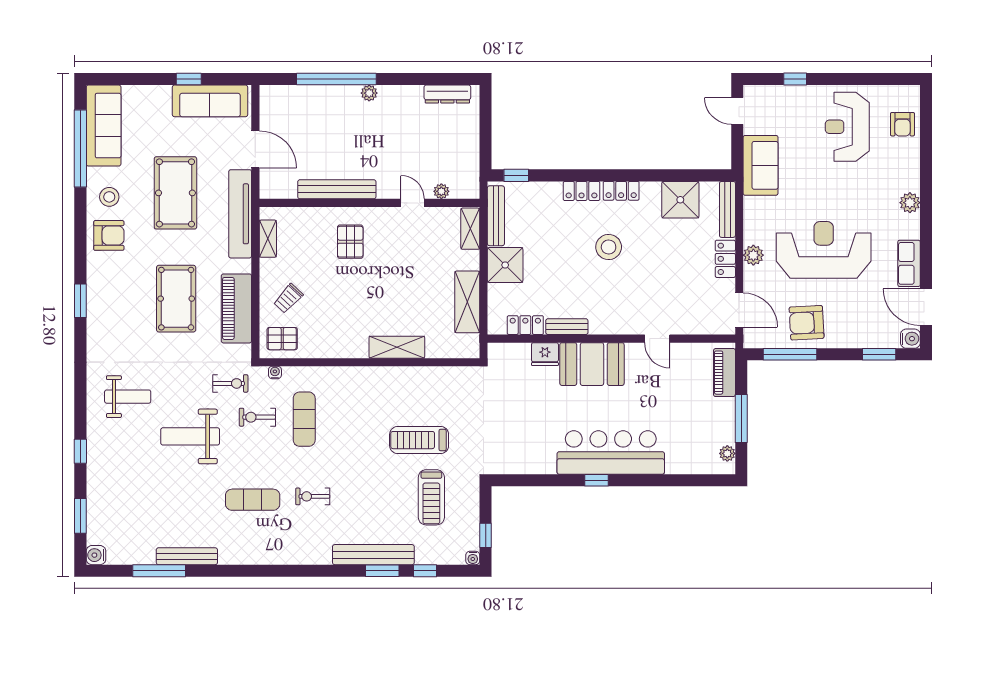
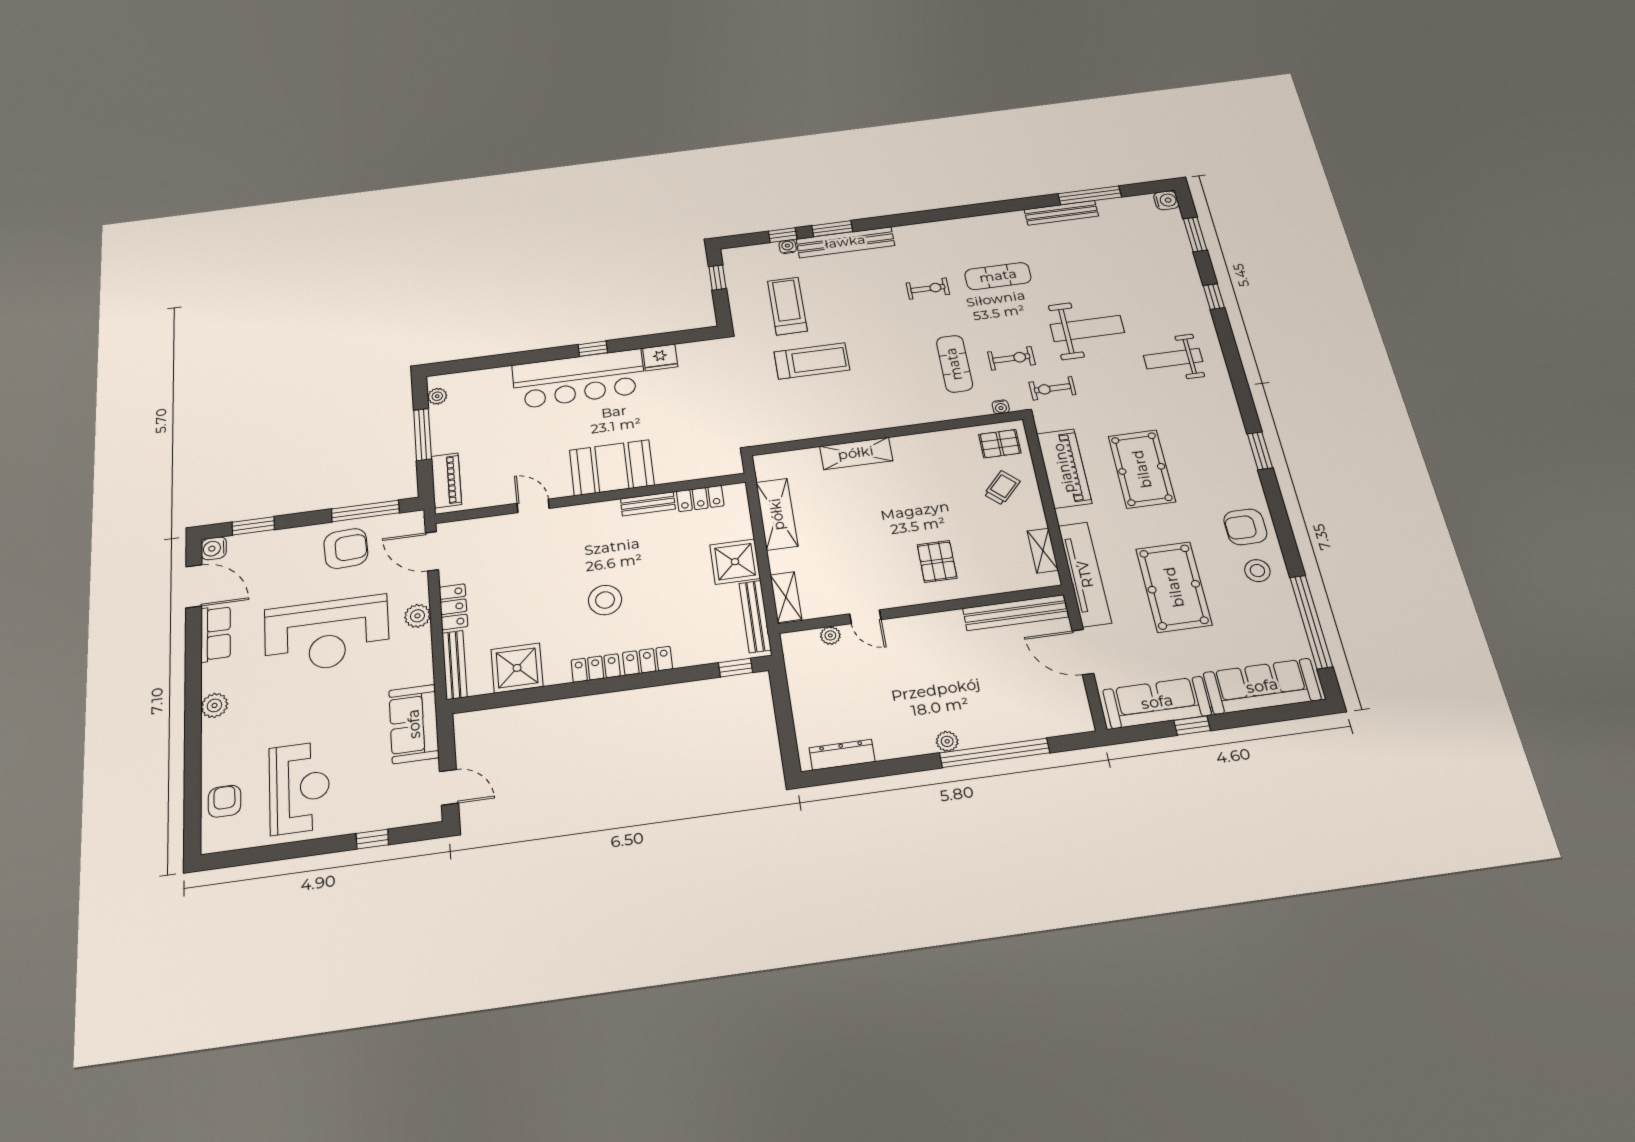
sofa: (104, 126) -> (1262, 686), moved, turned 90
bench: (337, 189) -> (1015, 613), moved
fridge: (545, 354) -> (660, 357), moved, turned 180
water cooler: (473, 558) -> (788, 247), moved

